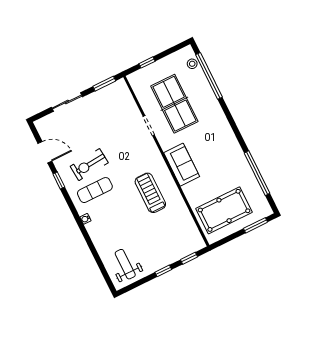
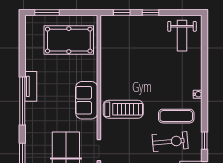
tv unit: (238, 152) -> (31, 86), added
window: (257, 173) -> (22, 101), moved
treadmill: (150, 193) -> (123, 109), moved, turned -90

